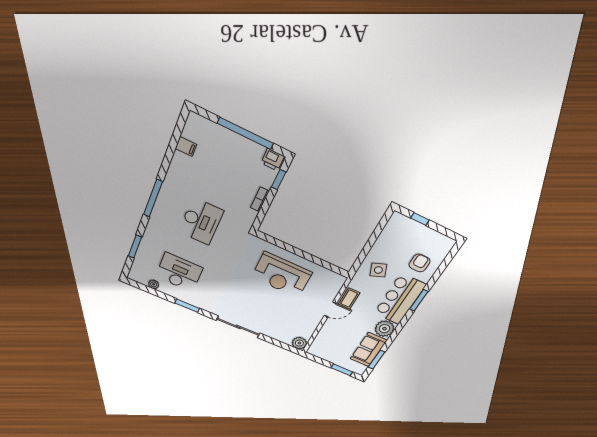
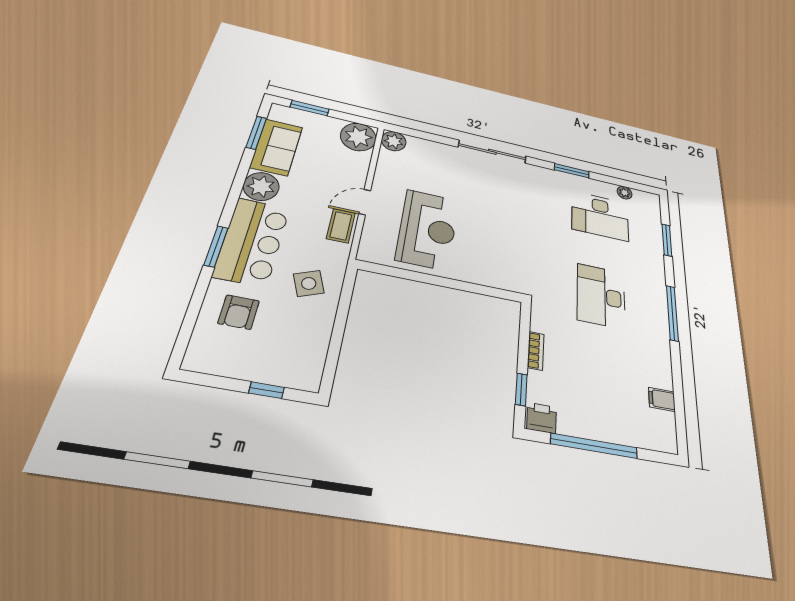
reception desk: (282, 275) -> (428, 229), moved, turned 90
plant: (320, 349) -> (358, 137), added

